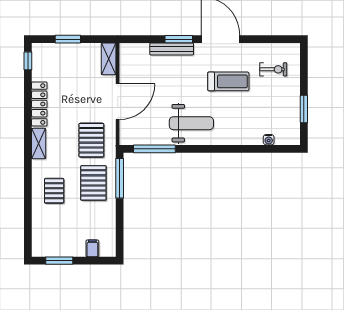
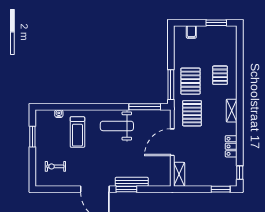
window: (68, 39) -> (221, 189), moved
treadmill: (228, 81) -> (77, 132), moved, turned -90
locker: (39, 104) -> (231, 146), width x0.66

